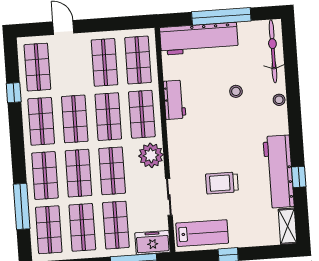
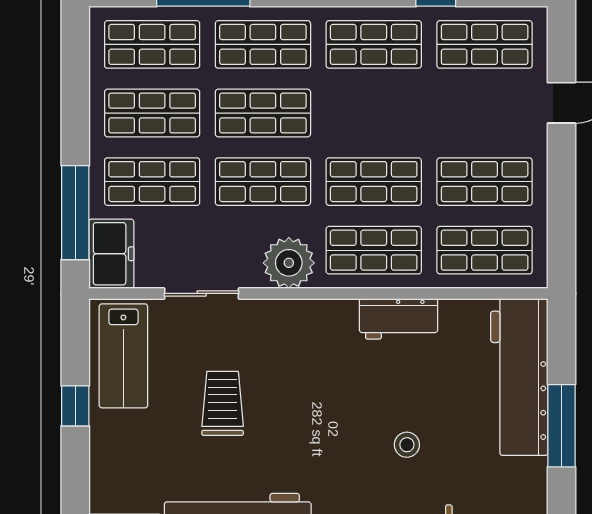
window: (221, 16) -> (561, 426), width x0.68
shop shelf: (75, 119) -> (374, 113), removed

